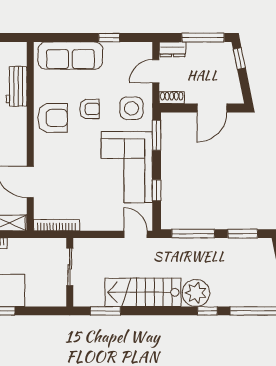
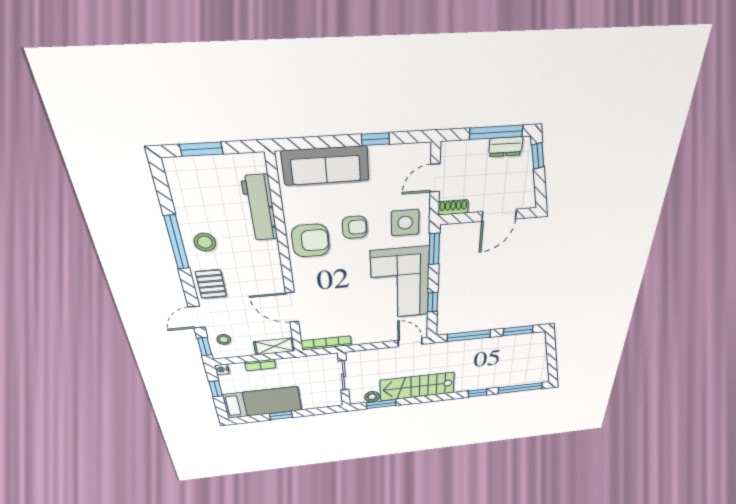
dresser: (172, 49) -> (506, 147), moved
workbench: (16, 86) -> (260, 208), width x1.37
plant: (196, 293) -> (372, 397), moved, width x0.53, depth x0.53

